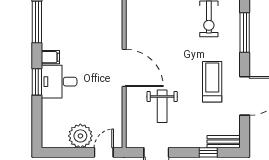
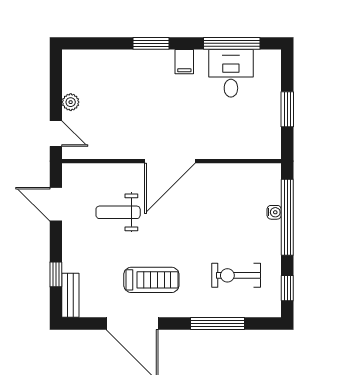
desk: (59, 82) -> (231, 73), moved
plant: (80, 136) -> (71, 102), width x0.53, depth x0.53

